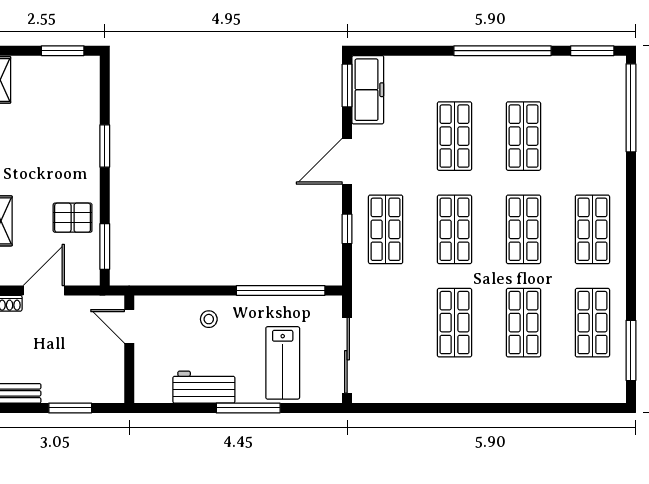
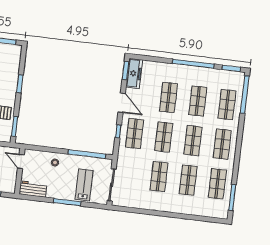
shop shelf: (592, 136) -> (227, 105), added
door: (347, 161) -> (122, 103), swing flipped
lab bench: (283, 363) -> (84, 185), turned 180
workbench: (204, 387) -> (33, 189), moved

